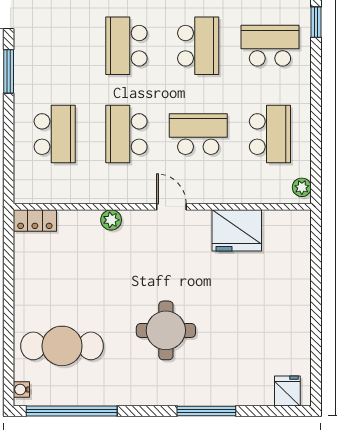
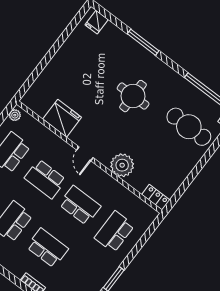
school desk: (126, 46) -> (47, 248), turned -90
school desk: (126, 134) -> (80, 205), turned -90
plant: (111, 220) -> (122, 165), width x1.87, depth x1.87

